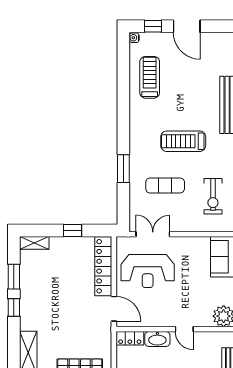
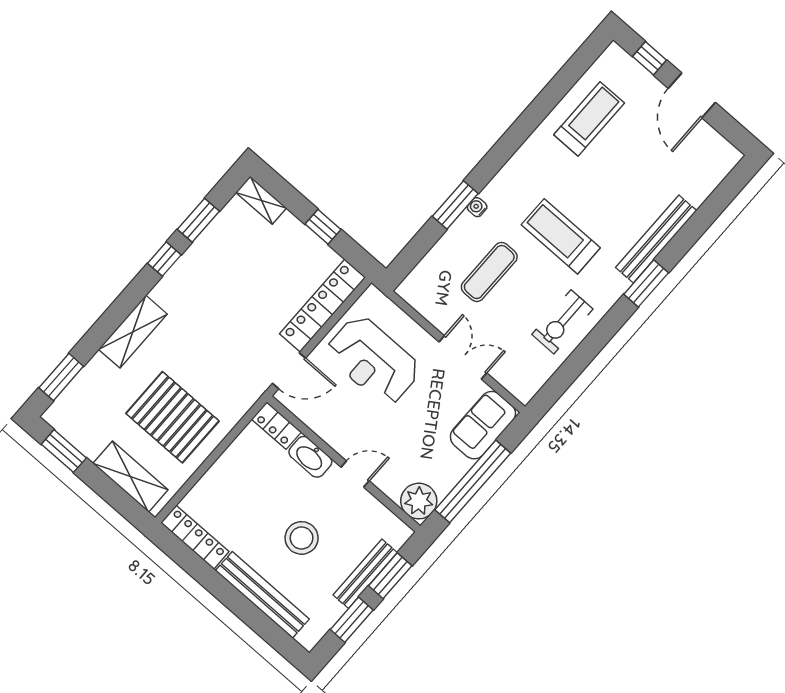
water cooler: (134, 38) -> (477, 207), moved
exercise mat: (165, 185) -> (489, 272), turned 90
exercise bike: (213, 196) -> (562, 322), moved
double door: (153, 234) -> (463, 357), moved
door: (114, 309) -> (289, 371), hinge flipped
door: (184, 329) -> (355, 474), swing flipped

